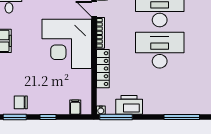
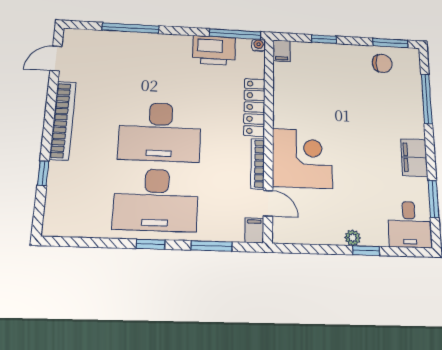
corner desk: (67, 44) -> (302, 158), width x0.74, depth x0.74
filing cabinet: (75, 107) -> (282, 51), moved
window: (48, 117) -> (324, 39), moved

